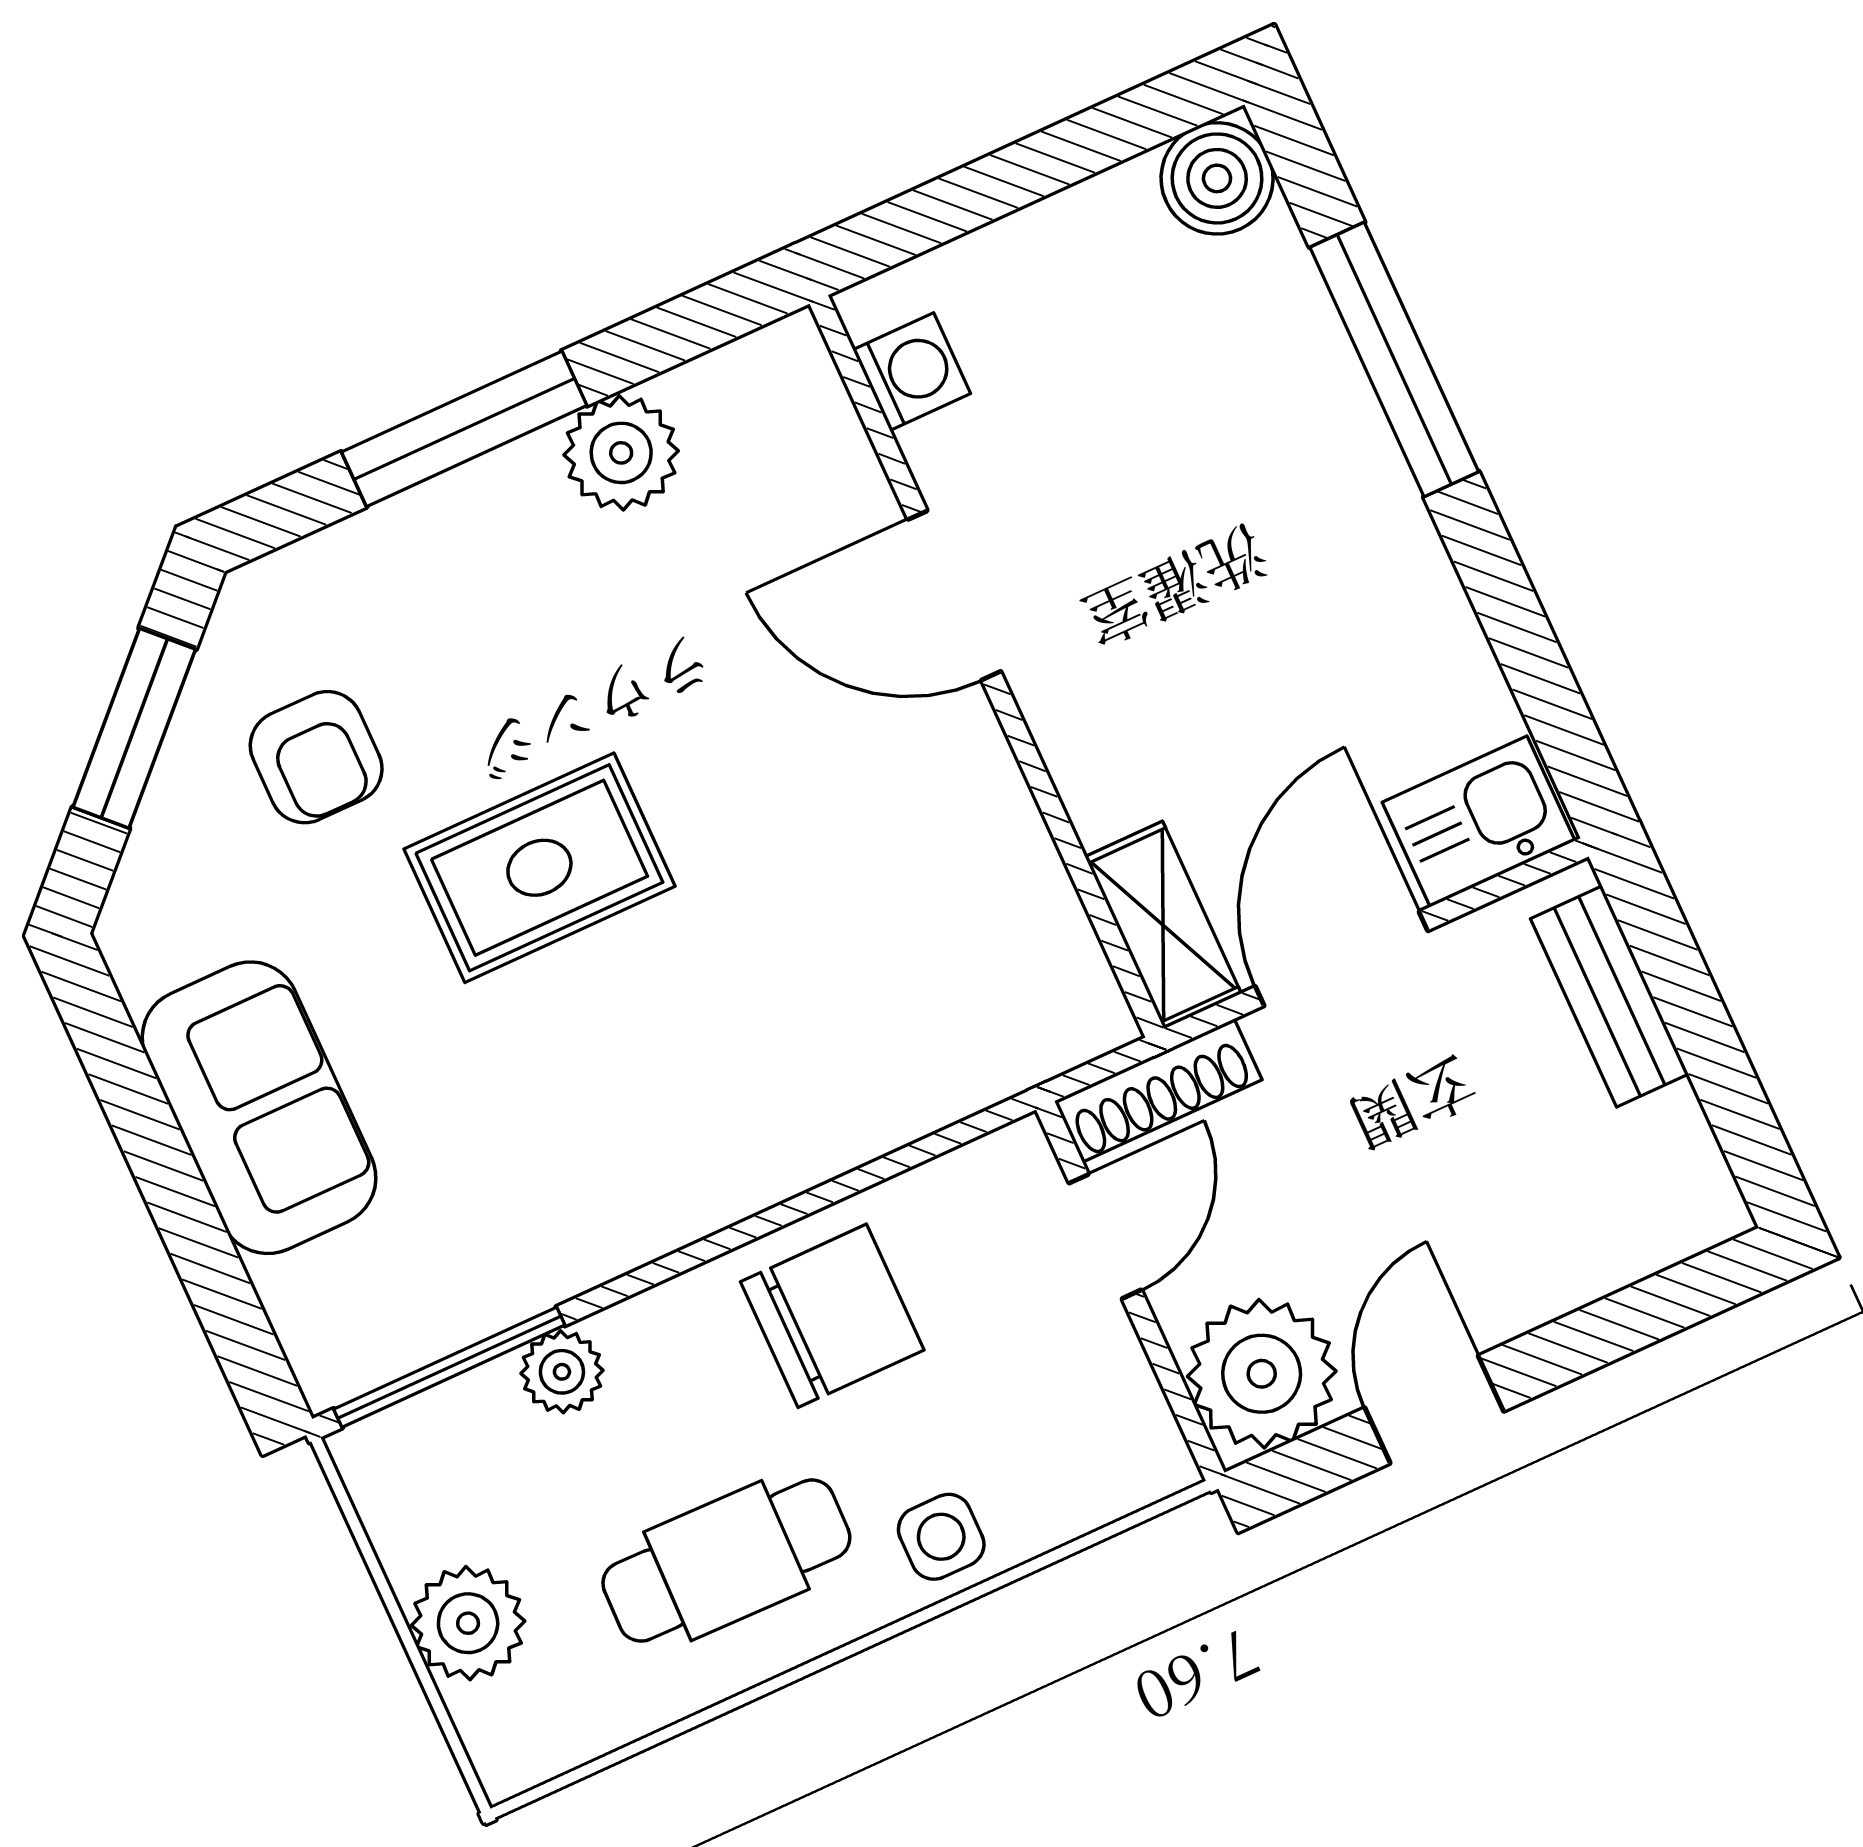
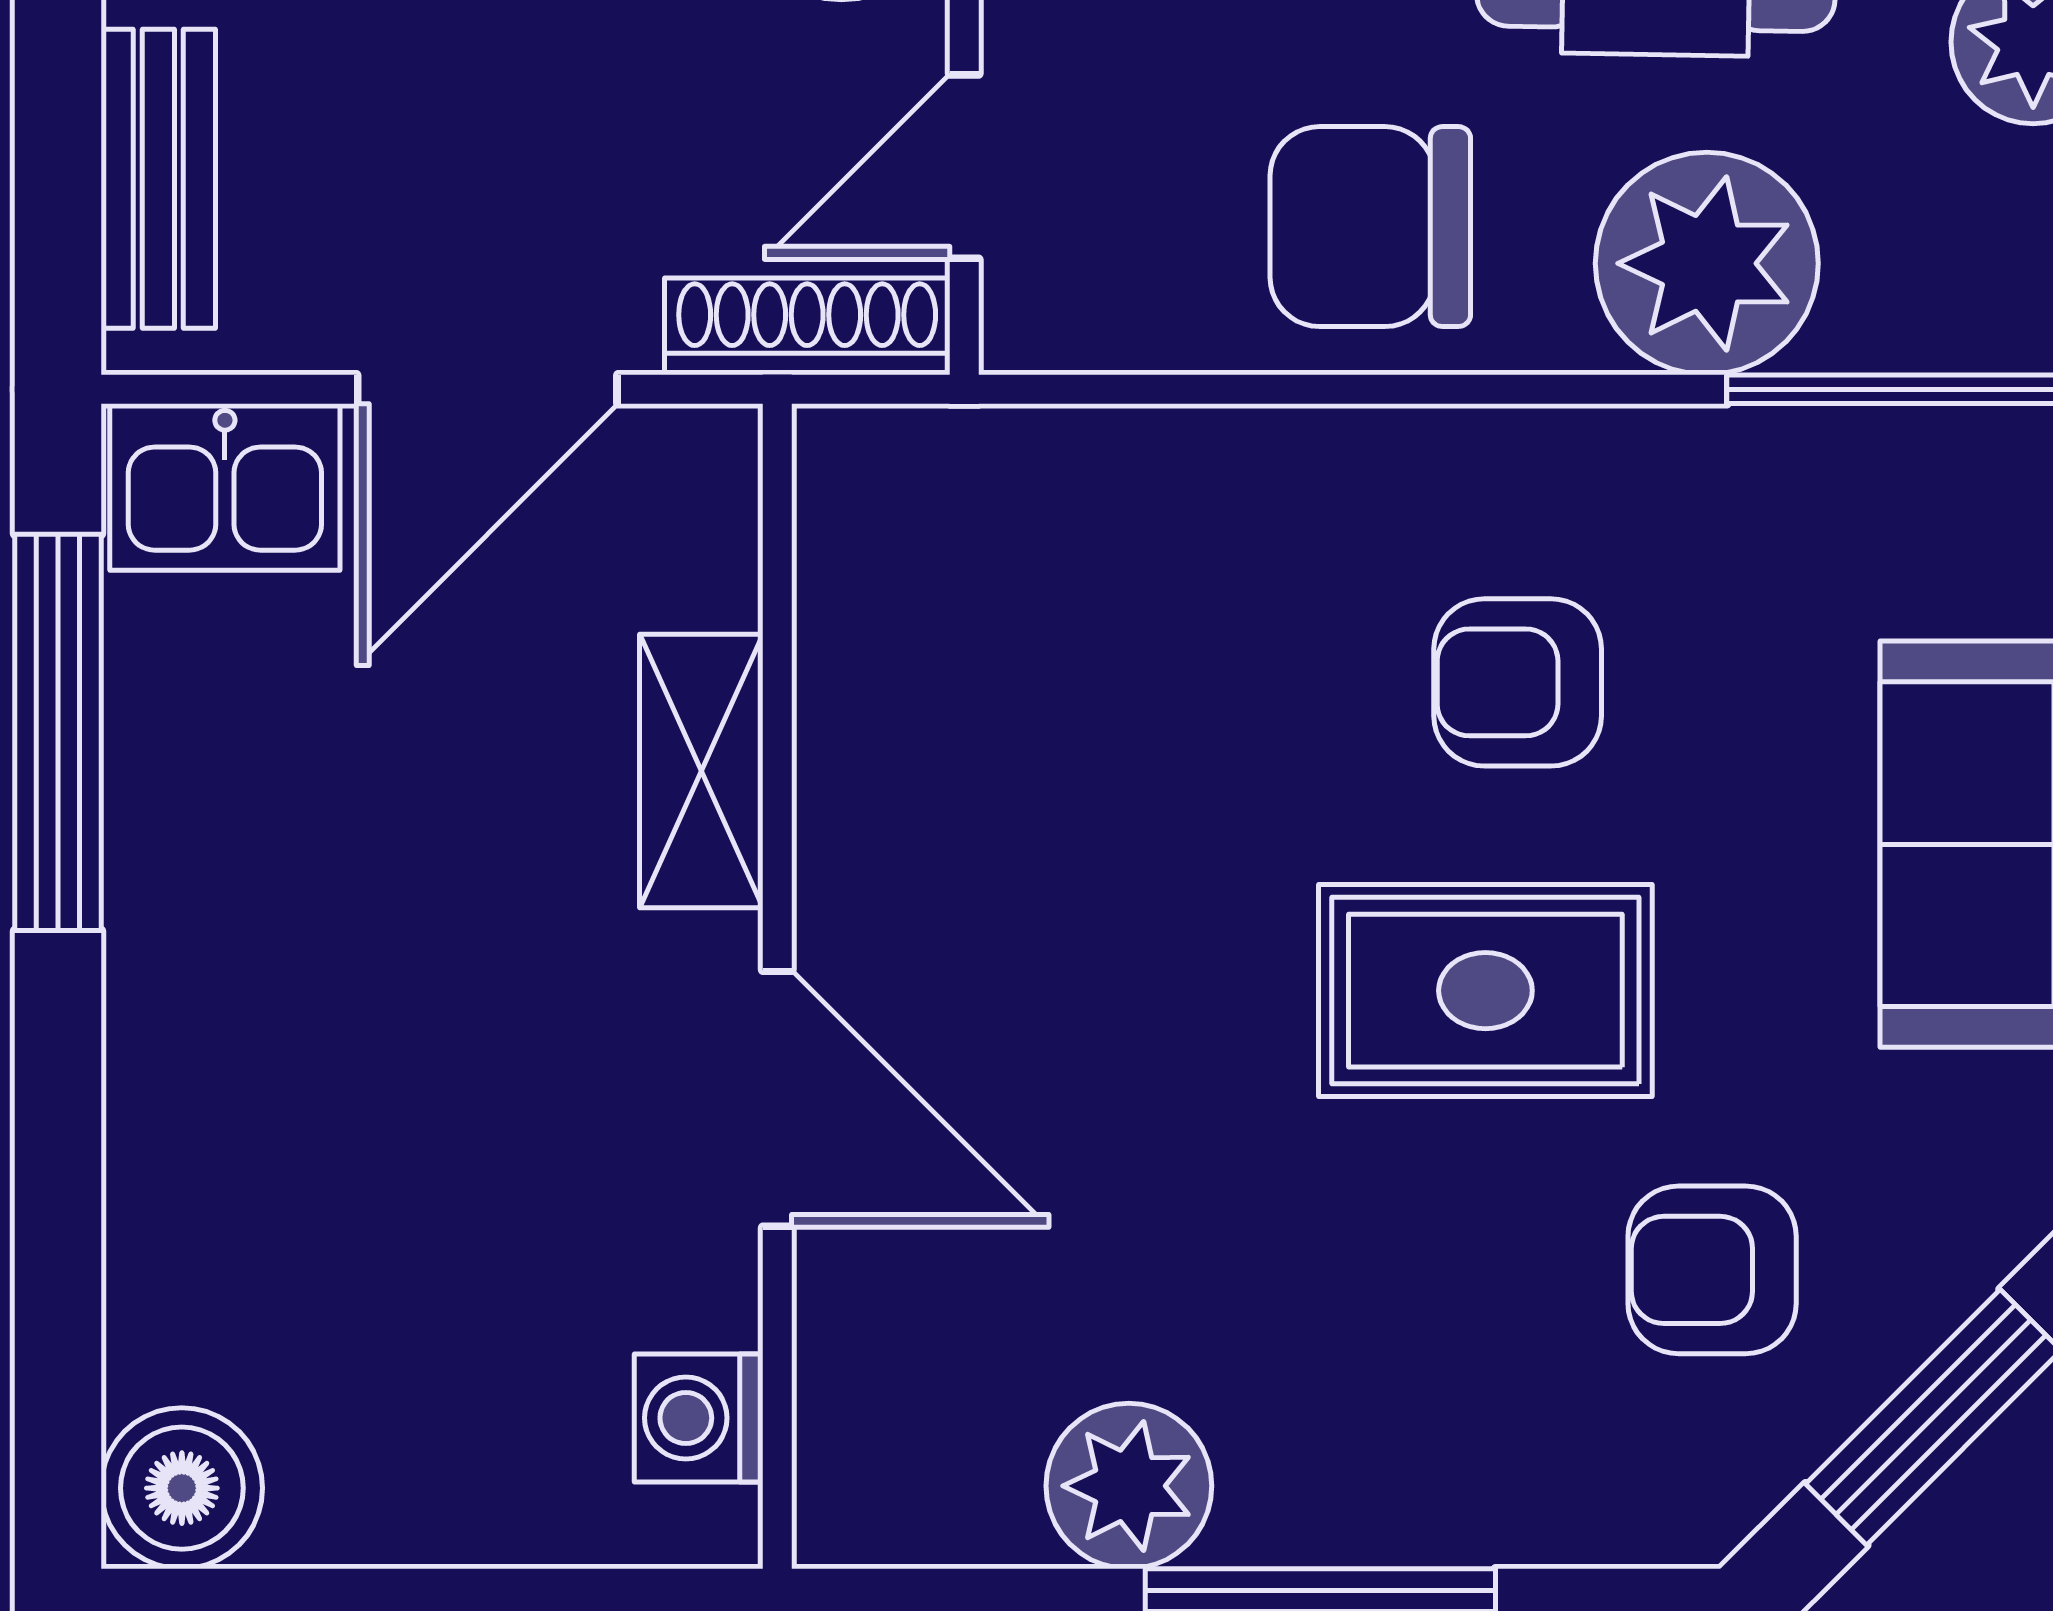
window: (1394, 359) -> (58, 732), moved
armchair: (316, 757) -> (1712, 1270), turned -90
shelving: (1163, 925) -> (701, 771), moved
armchair: (608, 1071) -> (1518, 682), added
plant: (562, 1372) -> (1707, 263), width x1.88, depth x1.88

